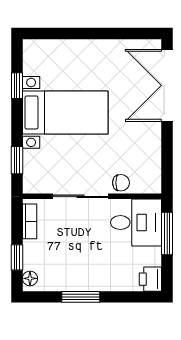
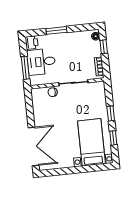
bed with nightstands: (65, 112) -> (91, 142), moved, turned 90
window: (17, 160) -> (111, 113), moved
desk: (136, 223) -> (41, 62), moved
window: (81, 297) -> (56, 30), moved

